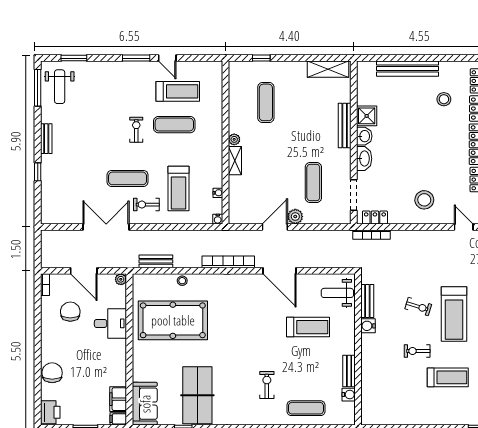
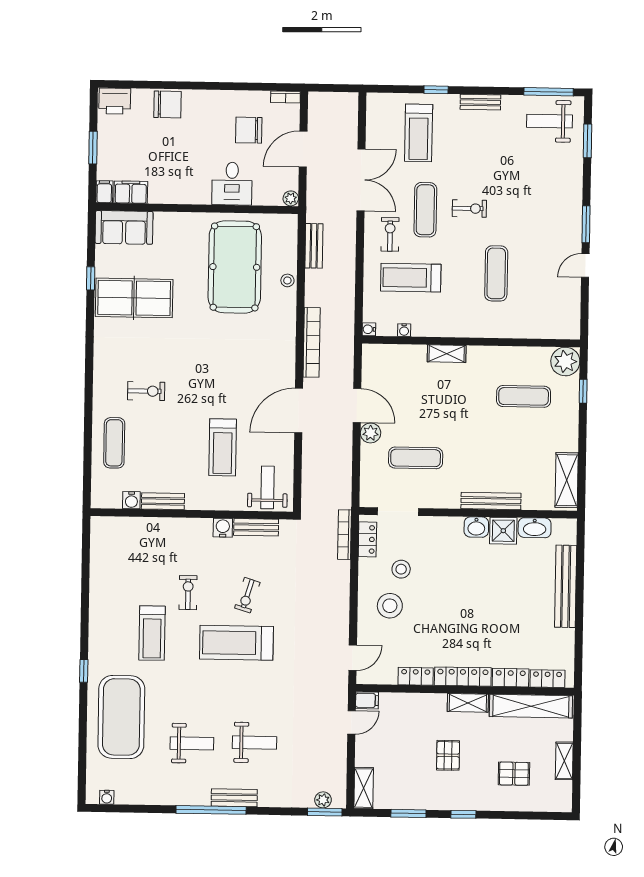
treadmill: (178, 91) -> (419, 133), moved
stool: (444, 99) -> (401, 569), moved
exercise bike: (136, 130) -> (469, 208), moved
plant: (234, 139) -> (565, 361), moved, width x1.87, depth x1.87
washbasin: (364, 159) -> (535, 528), moved
chair: (70, 312) -> (249, 130), turned 180

